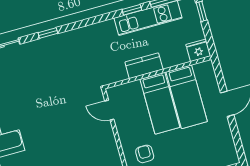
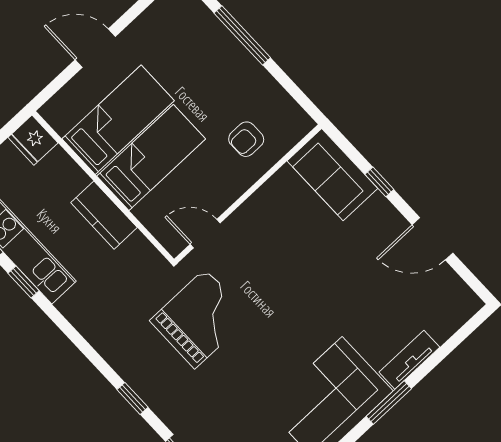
grand piano: (69, 86) -> (200, 319), added
door: (109, 110) -> (205, 234), swing flipped

